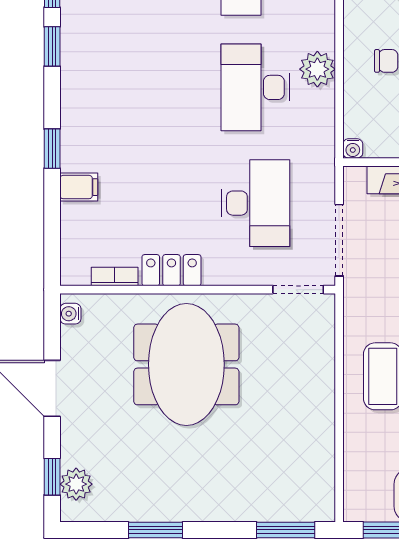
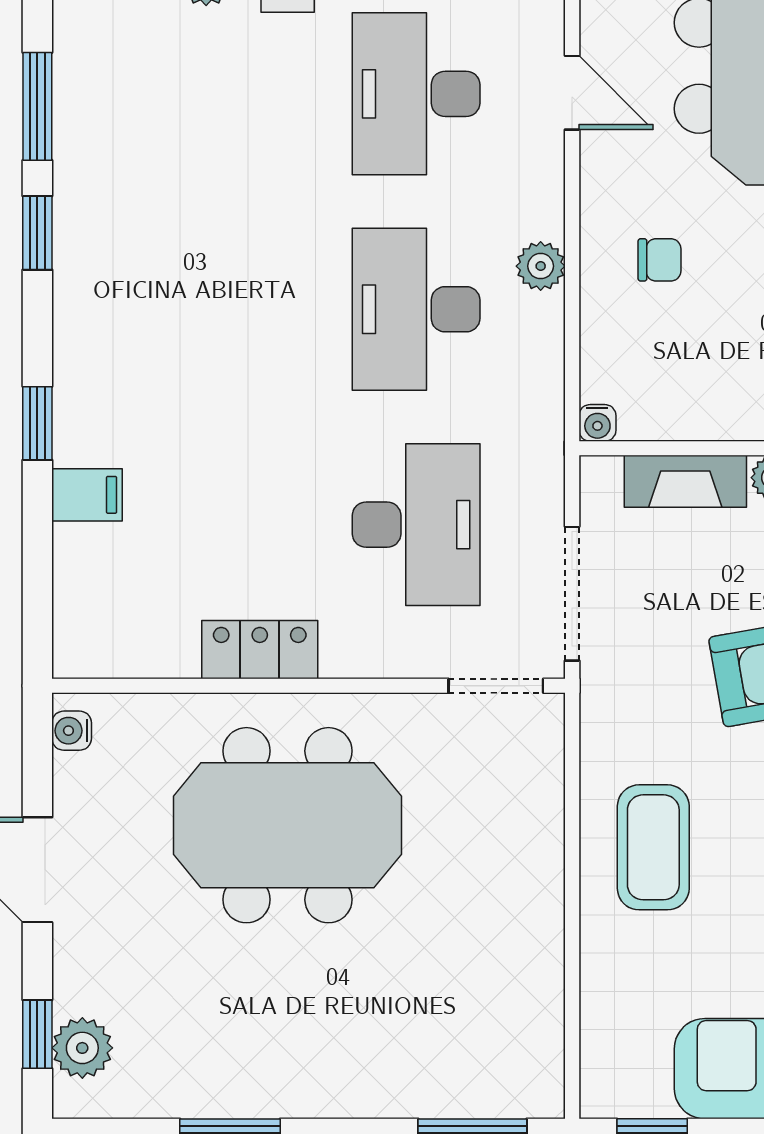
plant: (317, 69) -> (541, 266), width x0.73, depth x0.73
bookcase: (115, 277) -> (154, 661), removed
meeting table: (186, 364) -> (287, 825), turned 90

